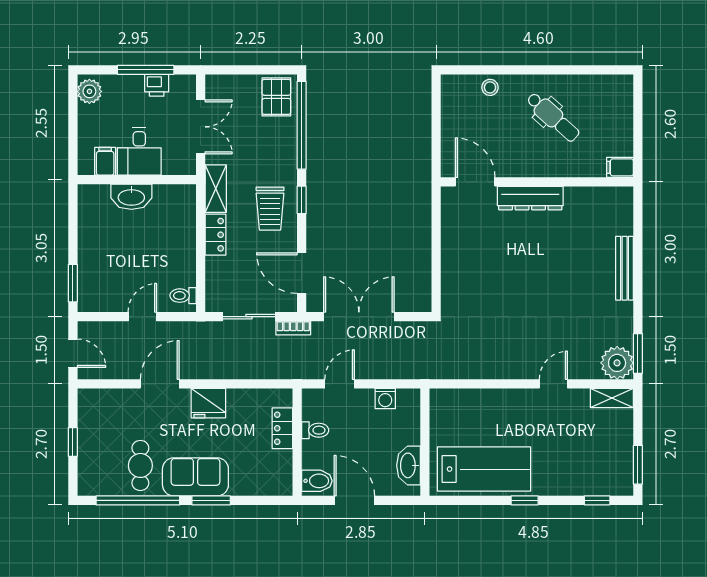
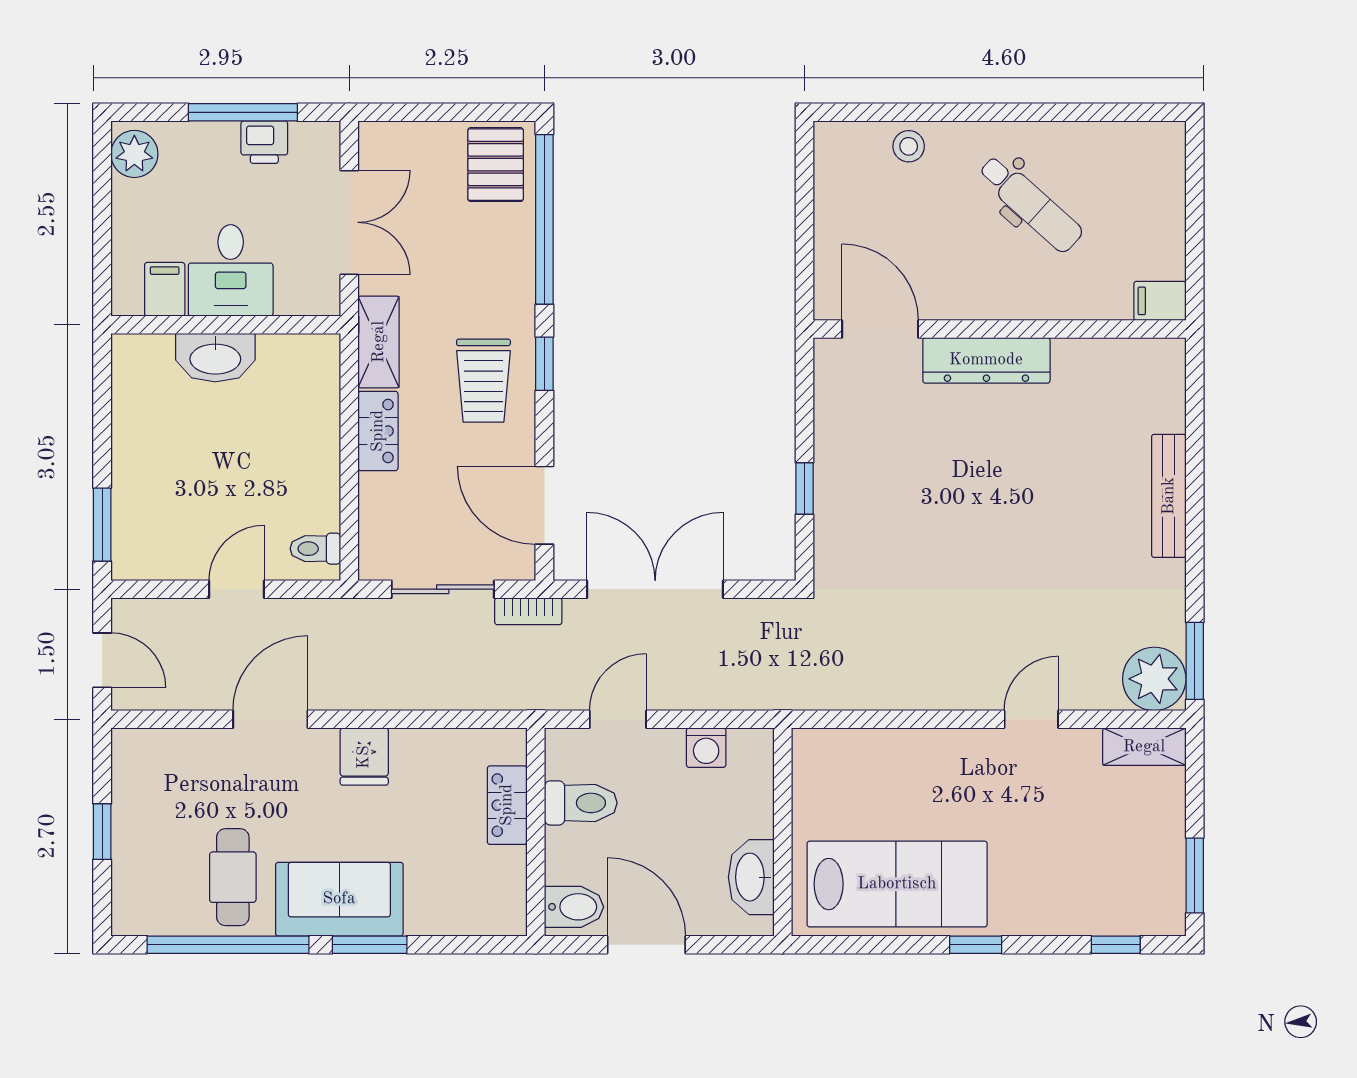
window: (436, 264) -> (804, 489), added
fridge: (208, 403) -> (364, 757), width x0.72
toilet: (315, 430) -> (581, 803), width x1.37, depth x1.39

